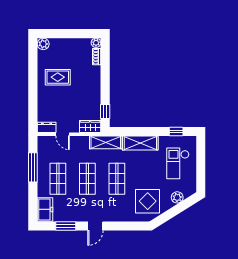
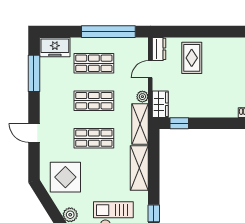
rug: (58, 77) -> (192, 58), moved
plant: (84, 141) -> (142, 97), added
window: (33, 167) -> (108, 32), width x1.46
window: (66, 226) -> (34, 73), width x1.44
door: (95, 226) -> (34, 133), moved

